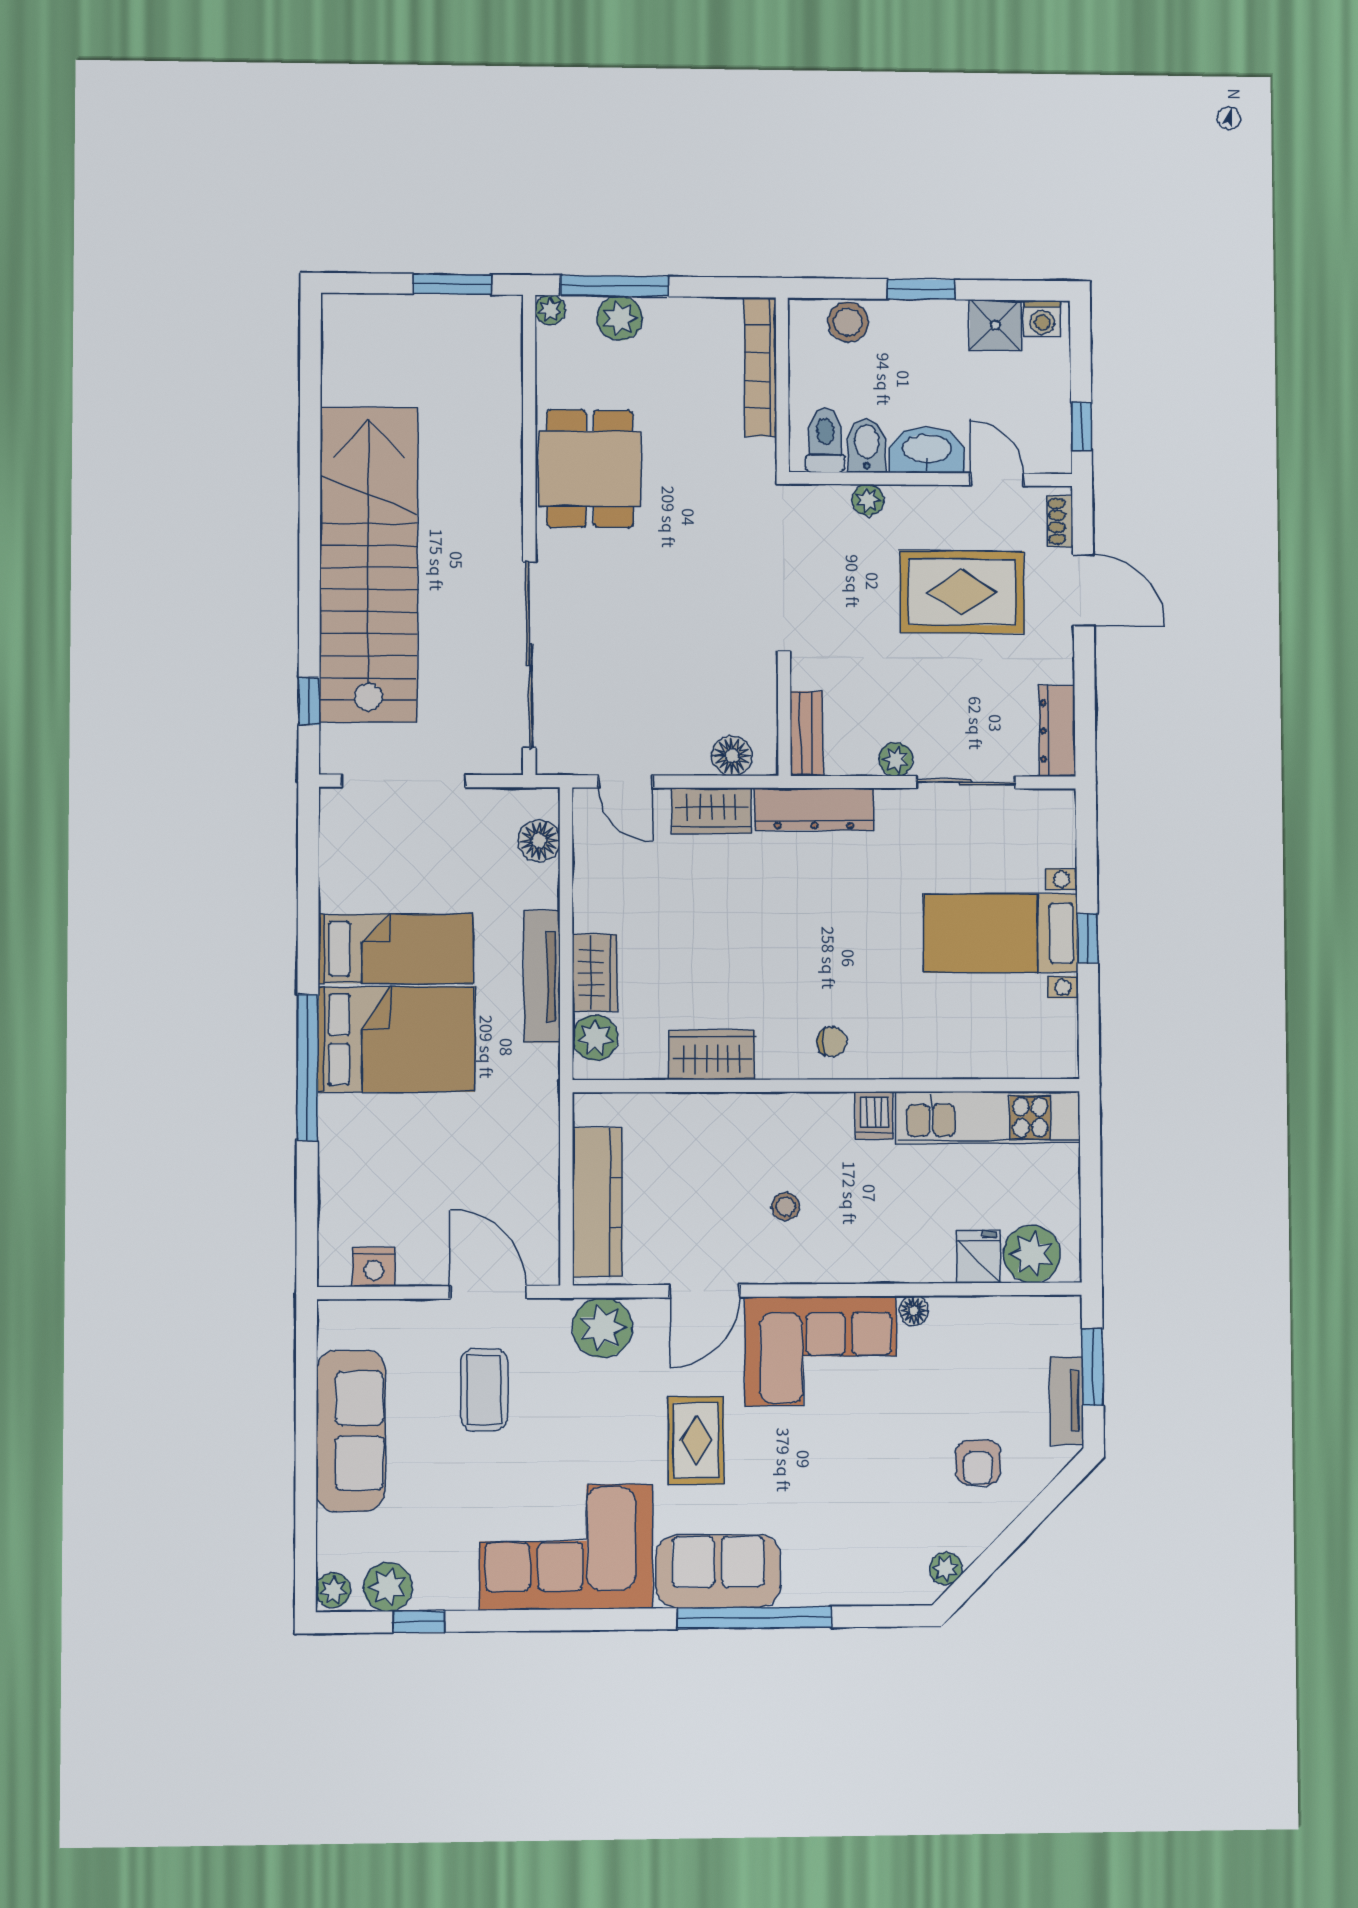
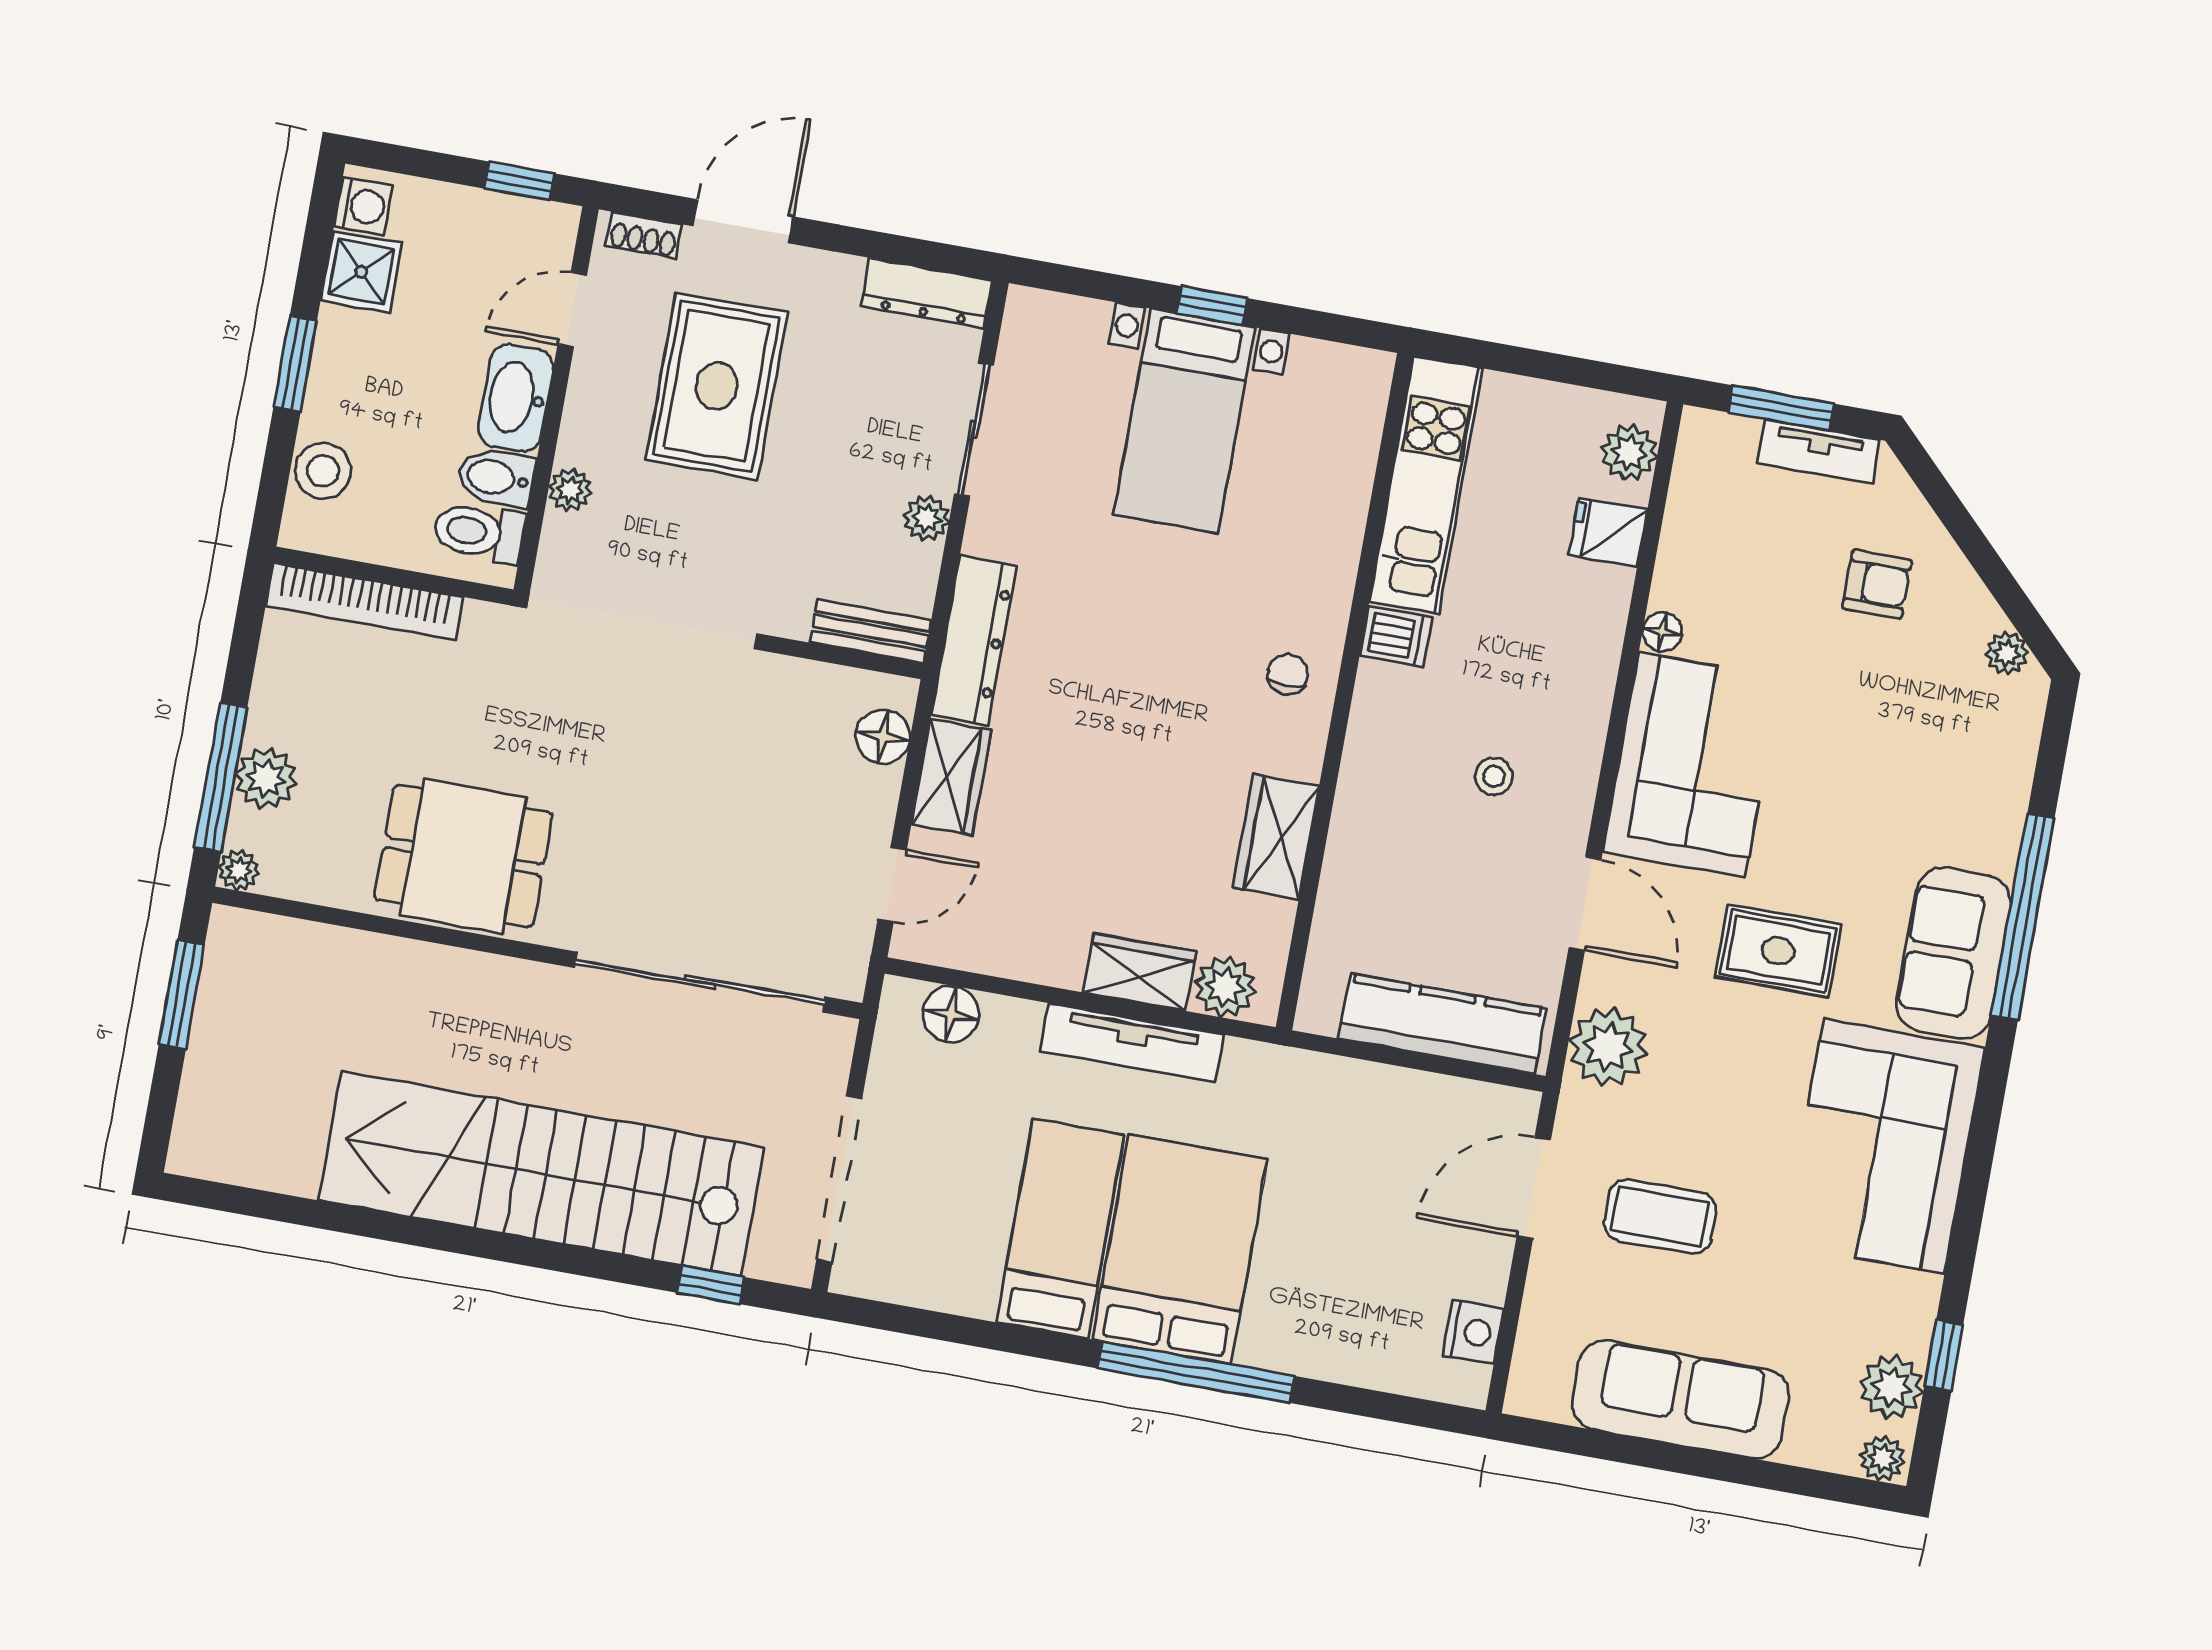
plant: (1032, 1254) -> (1629, 452), width x0.73, depth x0.73

